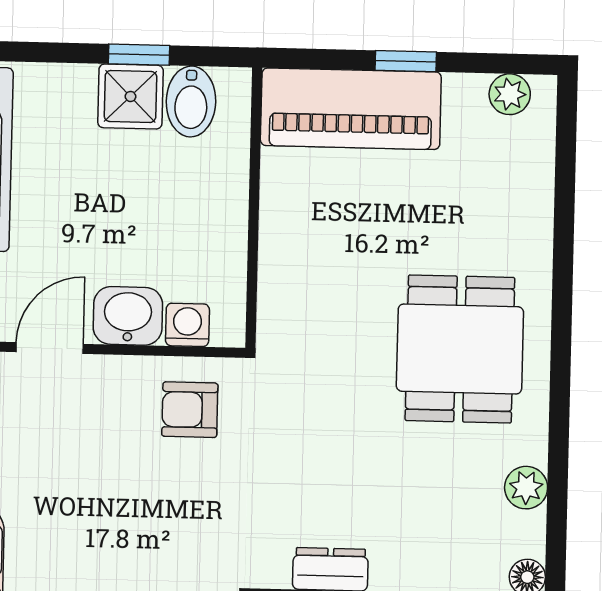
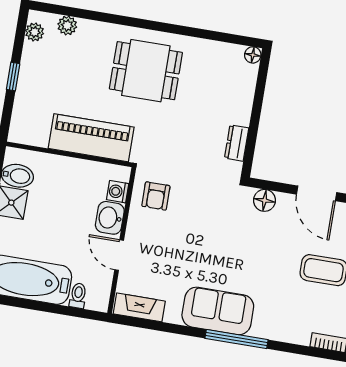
piano: (351, 109) -> (91, 138), moved, turned -90
plant: (526, 488) -> (67, 25), moved

